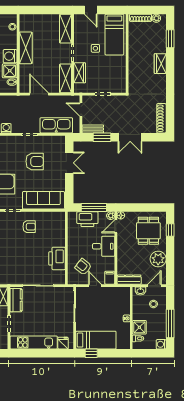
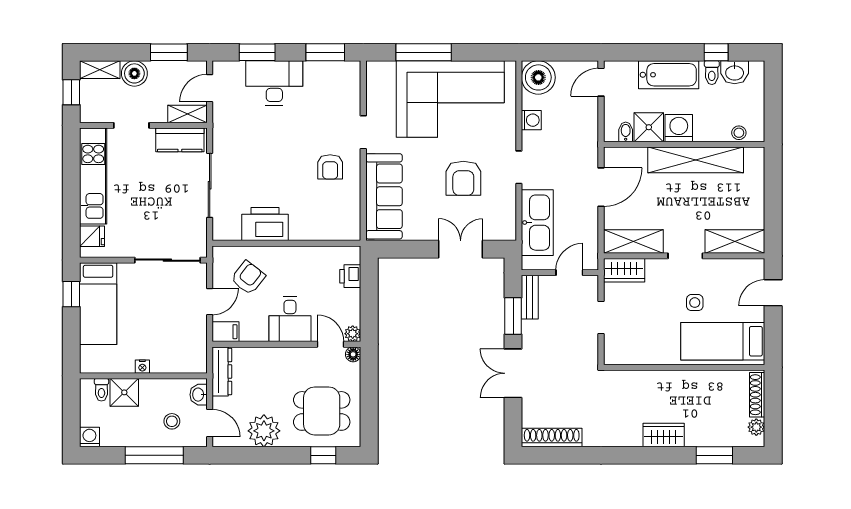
shelving: (26, 48) -> (696, 160), width x1.47
wardrobe: (80, 73) -> (624, 270), moved
double door: (69, 163) -> (461, 249), swing flipped
window: (94, 208) -> (369, 299), removed
printer: (87, 219) -> (350, 276), width x0.53, depth x0.68
window: (170, 324) -> (154, 455), moved

